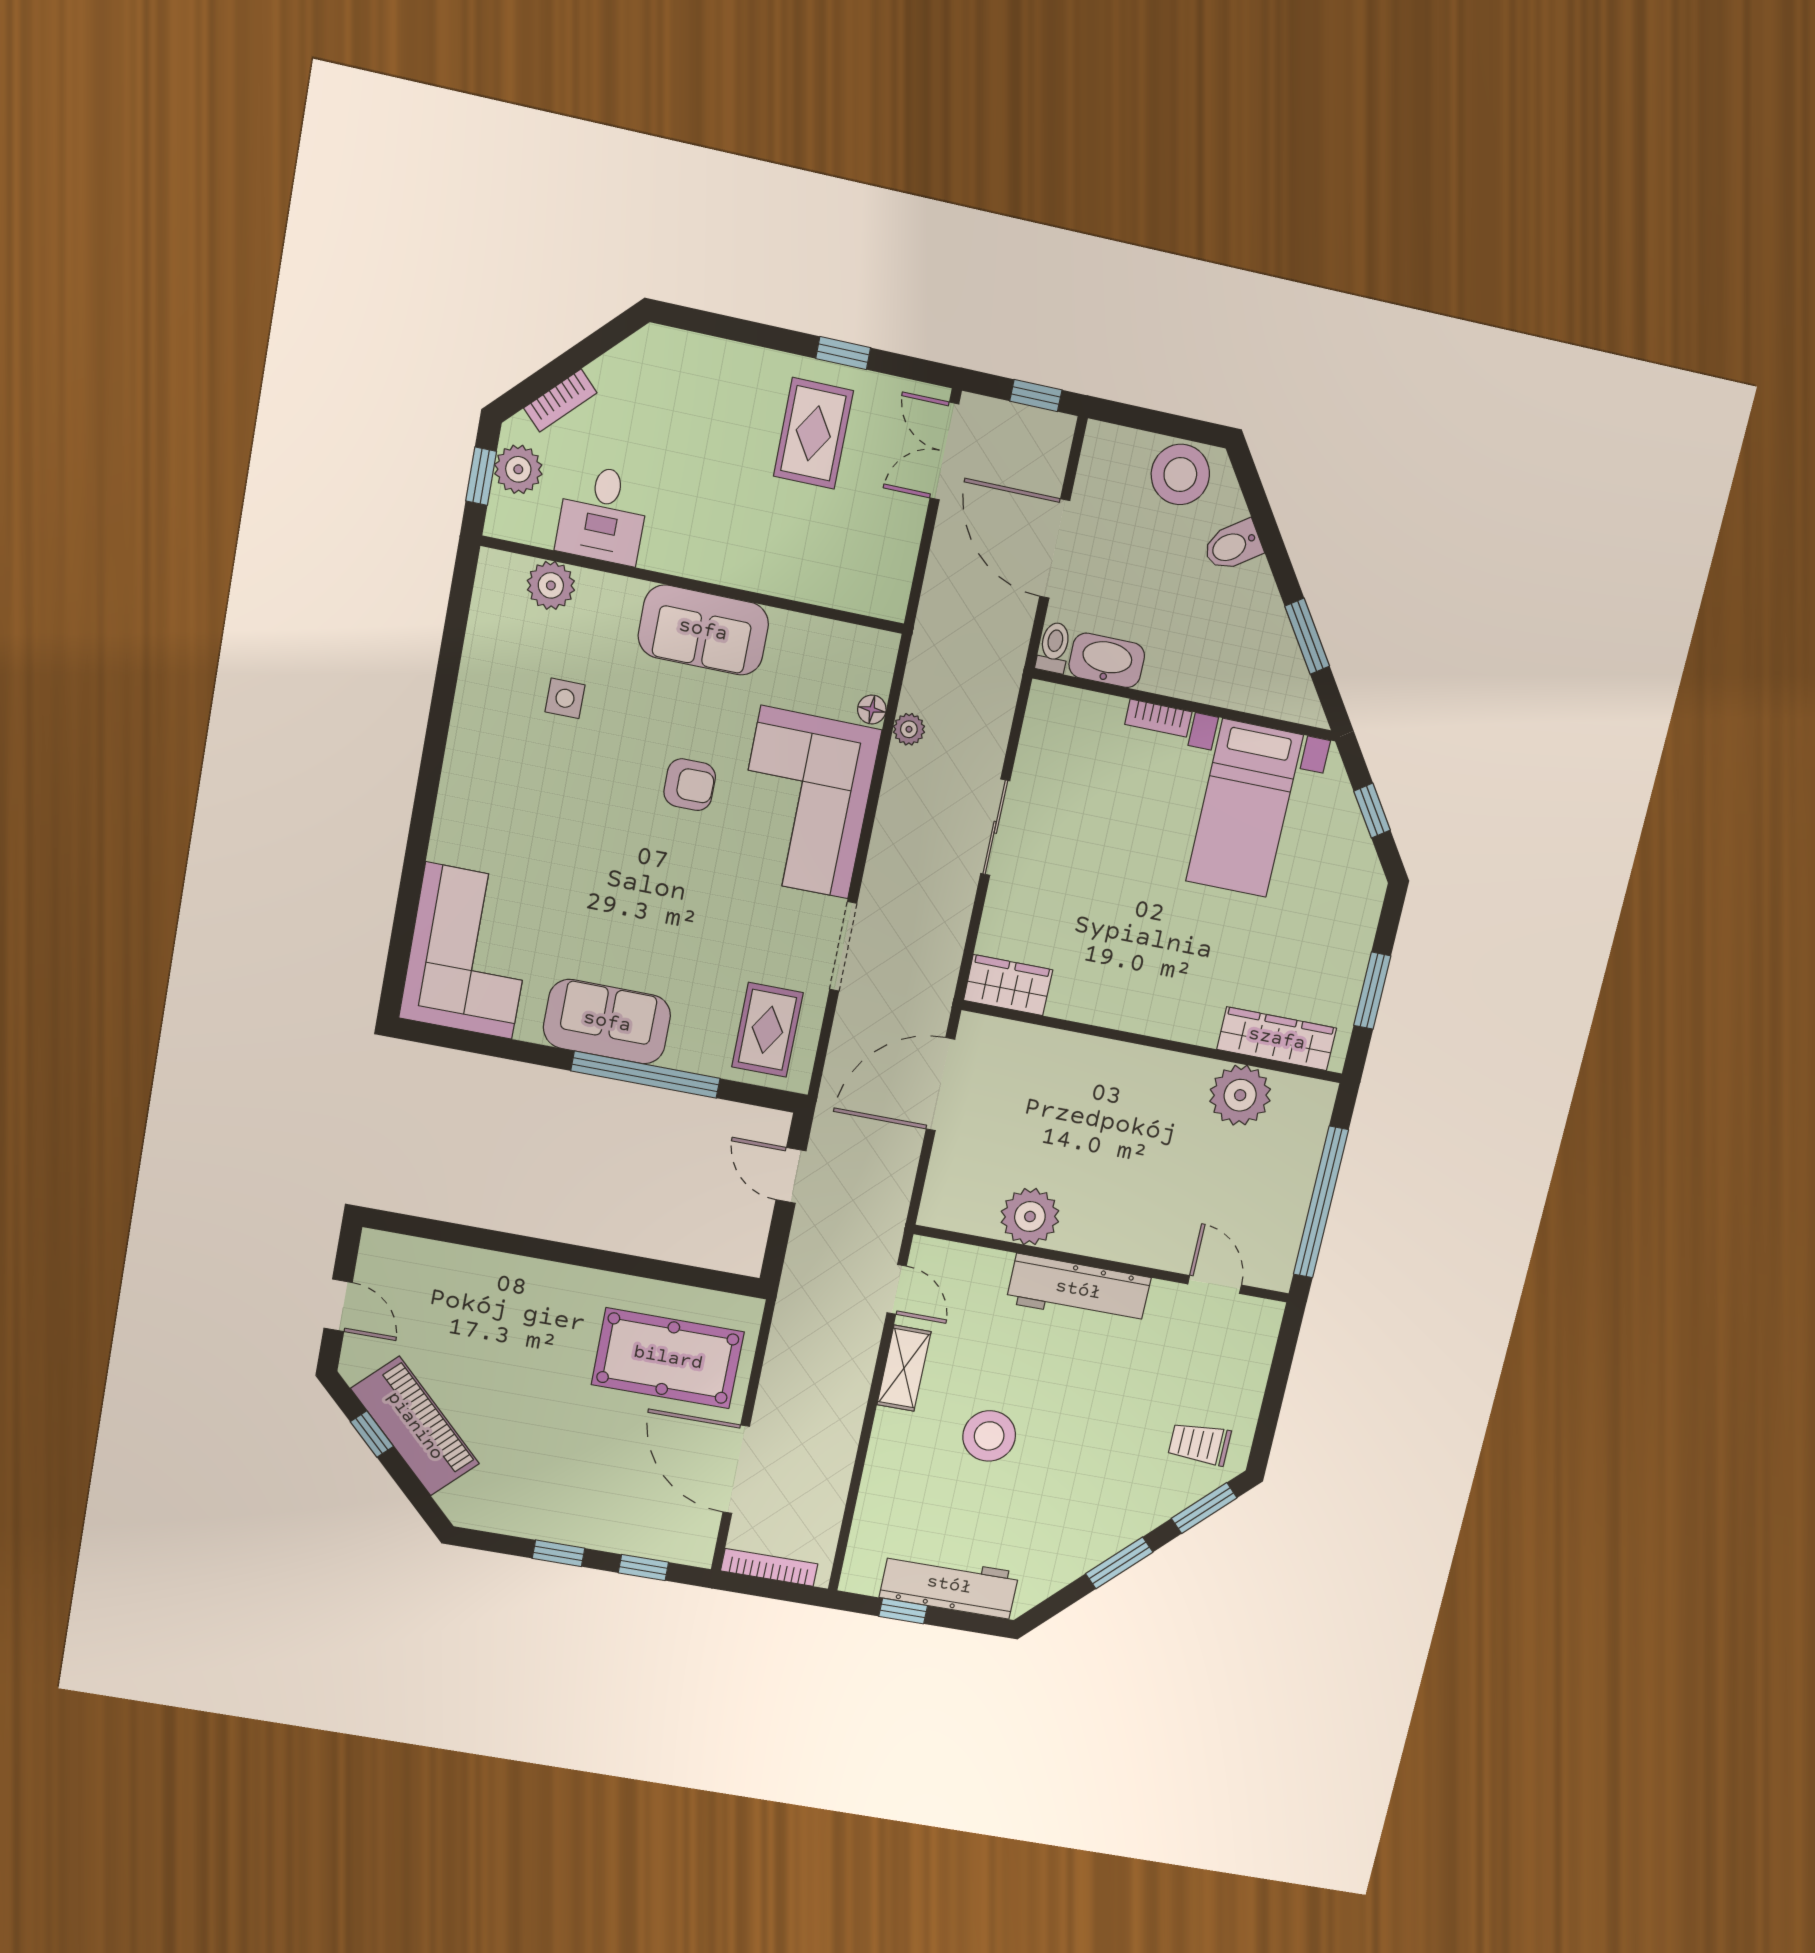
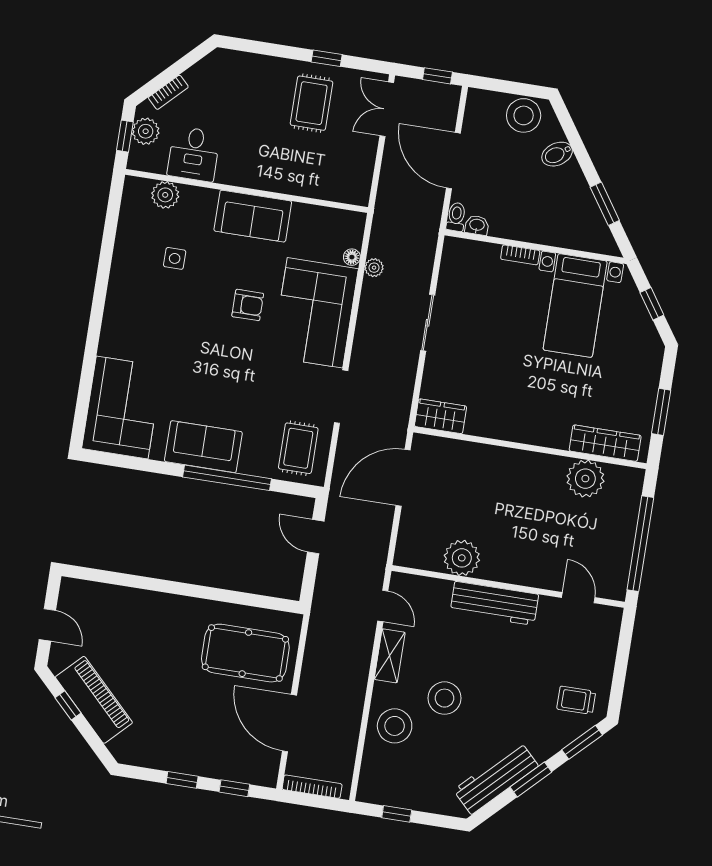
washbasin: (1107, 660) -> (477, 225), width x0.52, depth x0.69
stool: (906, 1477) -> (395, 726), added
workbench: (949, 1585) -> (496, 778), moved, turned -45

